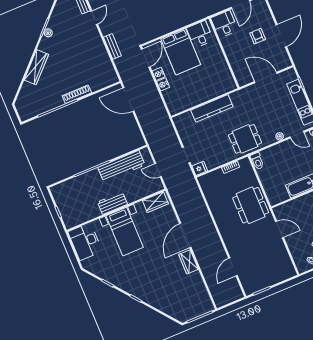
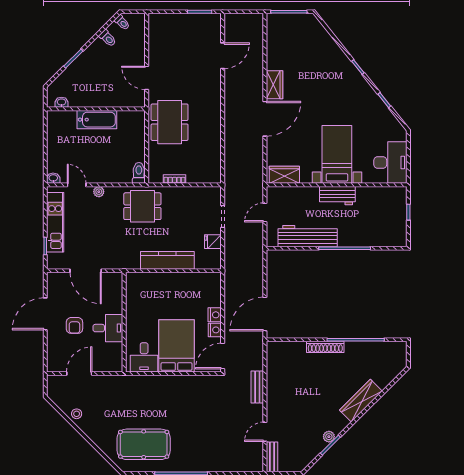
desk: (224, 24) -> (108, 328), moved, turned -90
door: (128, 99) -> (265, 314), swing flipped
fridge: (200, 168) -> (213, 242), moved
door: (158, 170) -> (265, 212), swing flipped

